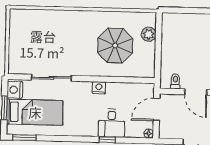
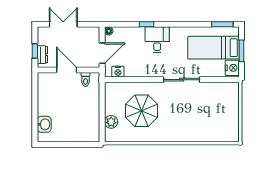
sliding door: (51, 78) -> (182, 80), moved
nightstand: (99, 88) -> (118, 72), moved
desk: (112, 123) -> (157, 40), moved

